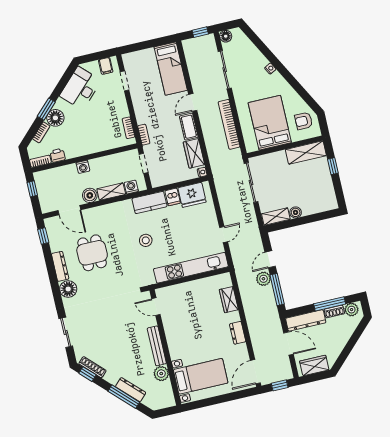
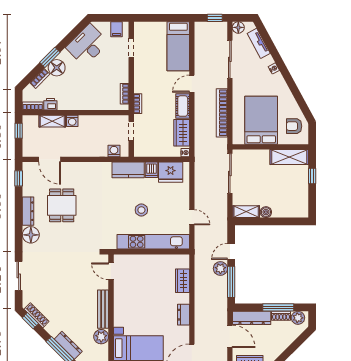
tv unit: (250, 47) -> (259, 43), added
shelving: (111, 192) -> (52, 121), moved
boiler: (90, 195) -> (72, 150), removed
door: (224, 235) -> (192, 217), hinge flipped
stool: (146, 240) -> (141, 210), moved

